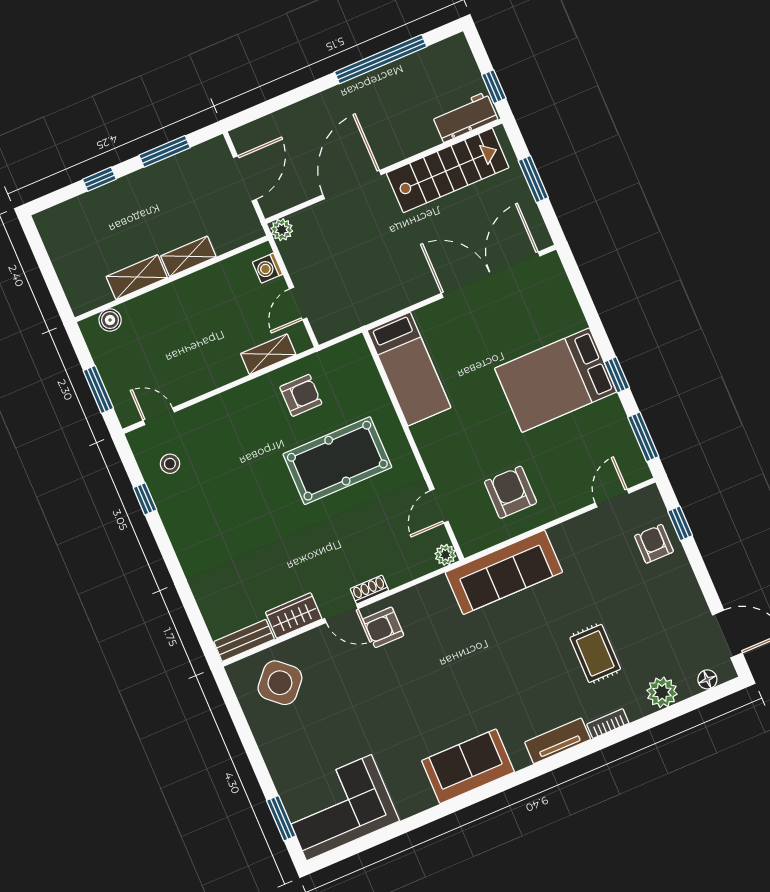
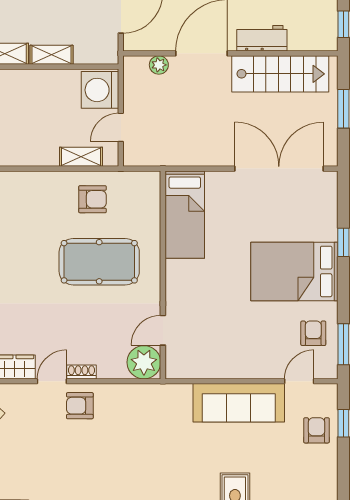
workbench: (465, 117) -> (262, 38), moved
plant: (282, 230) -> (159, 65), moved
washing machine: (268, 268) -> (100, 90), width x1.89, depth x1.89
window: (617, 375) -> (343, 242), moved
armchair: (511, 492) -> (313, 333), moved, width x0.72, depth x0.72
plant: (445, 555) -> (144, 362), width x1.87, depth x1.87
sofa: (504, 572) -> (239, 403), moved
door: (341, 614) -> (52, 381), swing flipped

